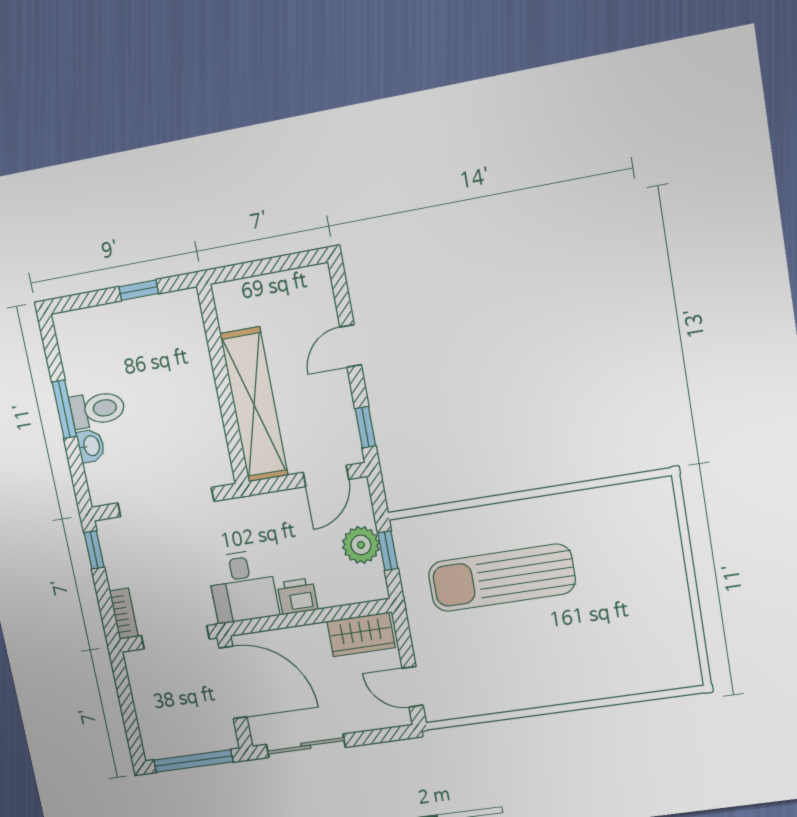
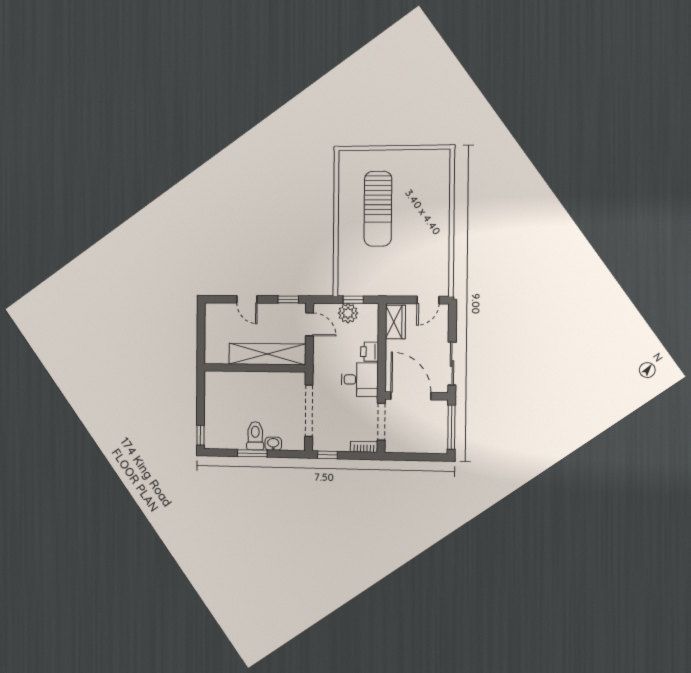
window: (139, 290) -> (200, 435), moved
sun lounger: (502, 578) -> (378, 209), moved
door: (233, 683) -> (411, 396), hinge flipped

